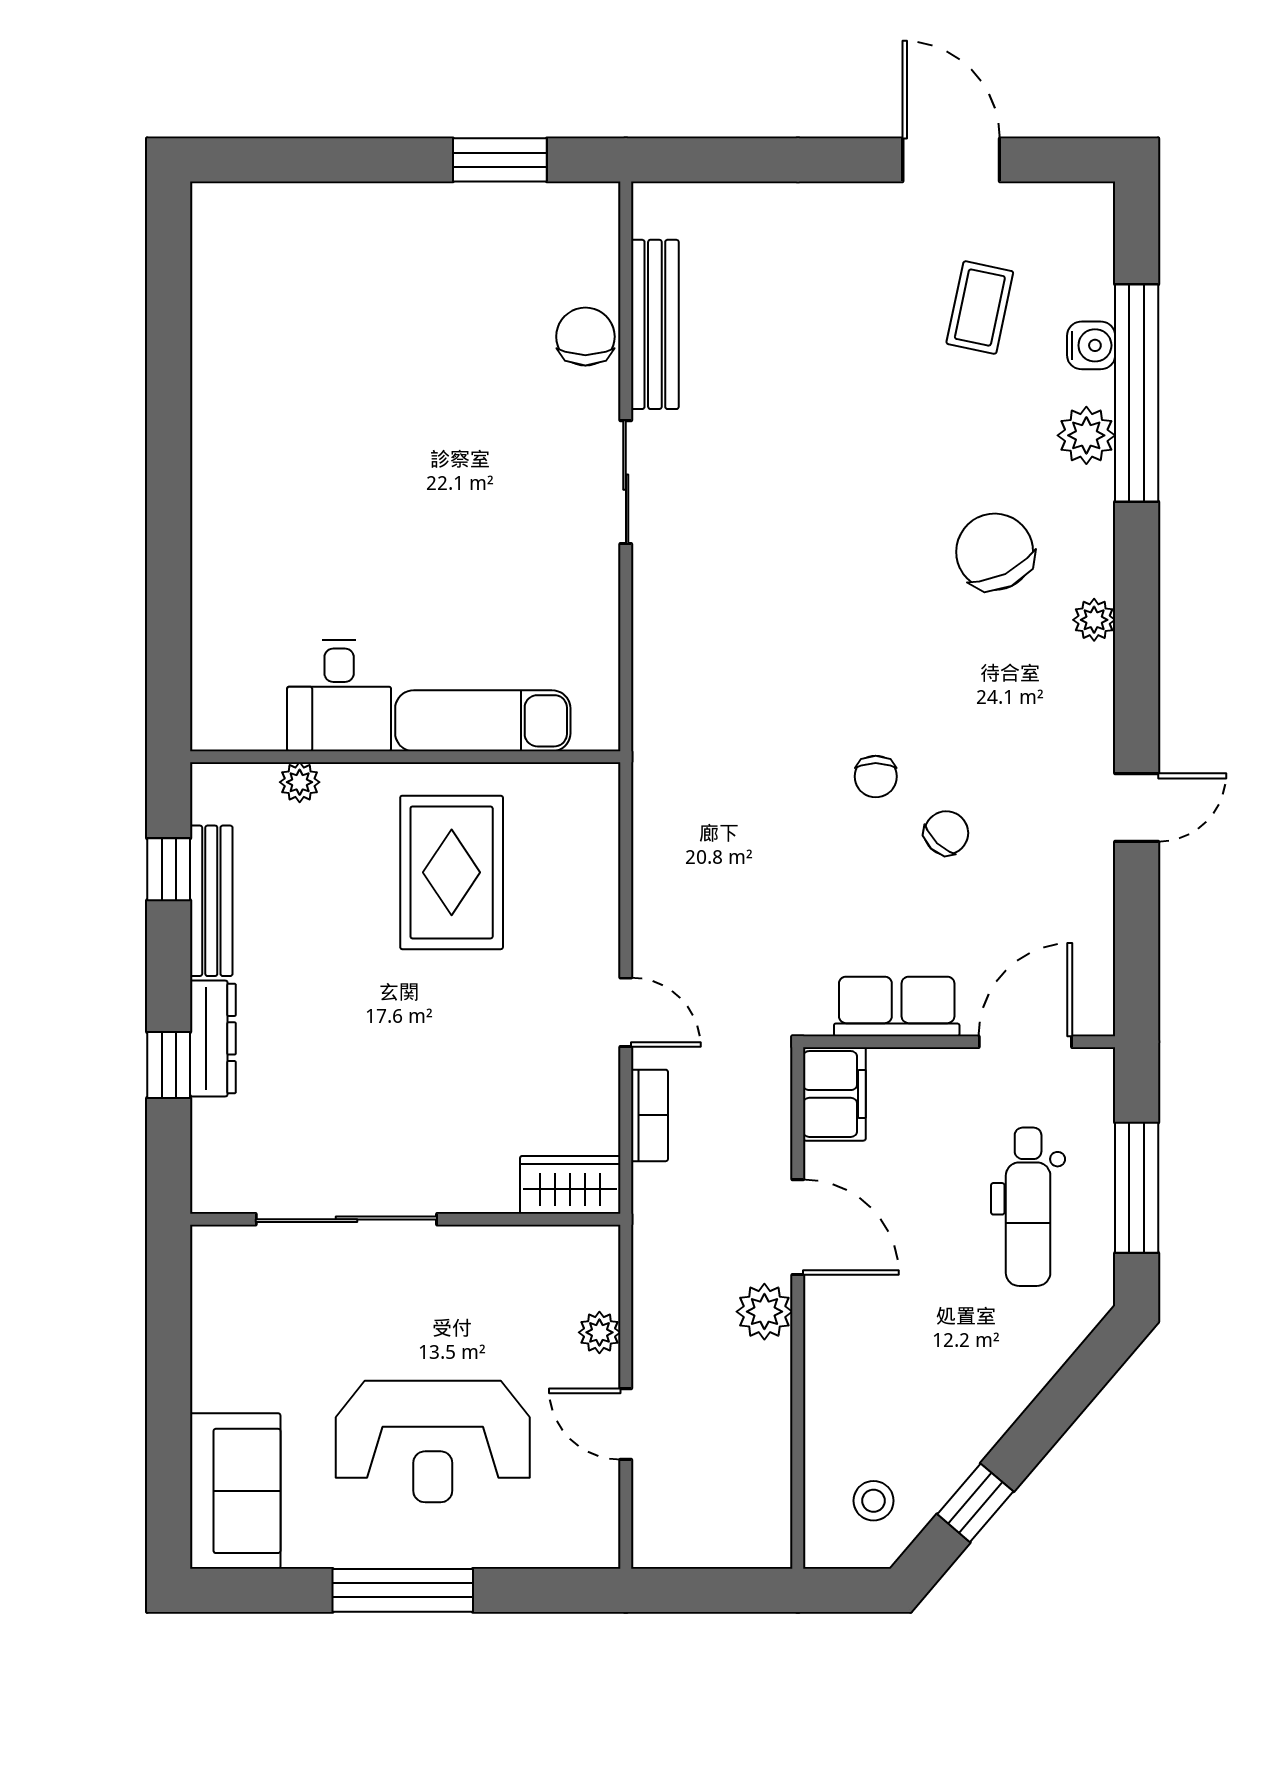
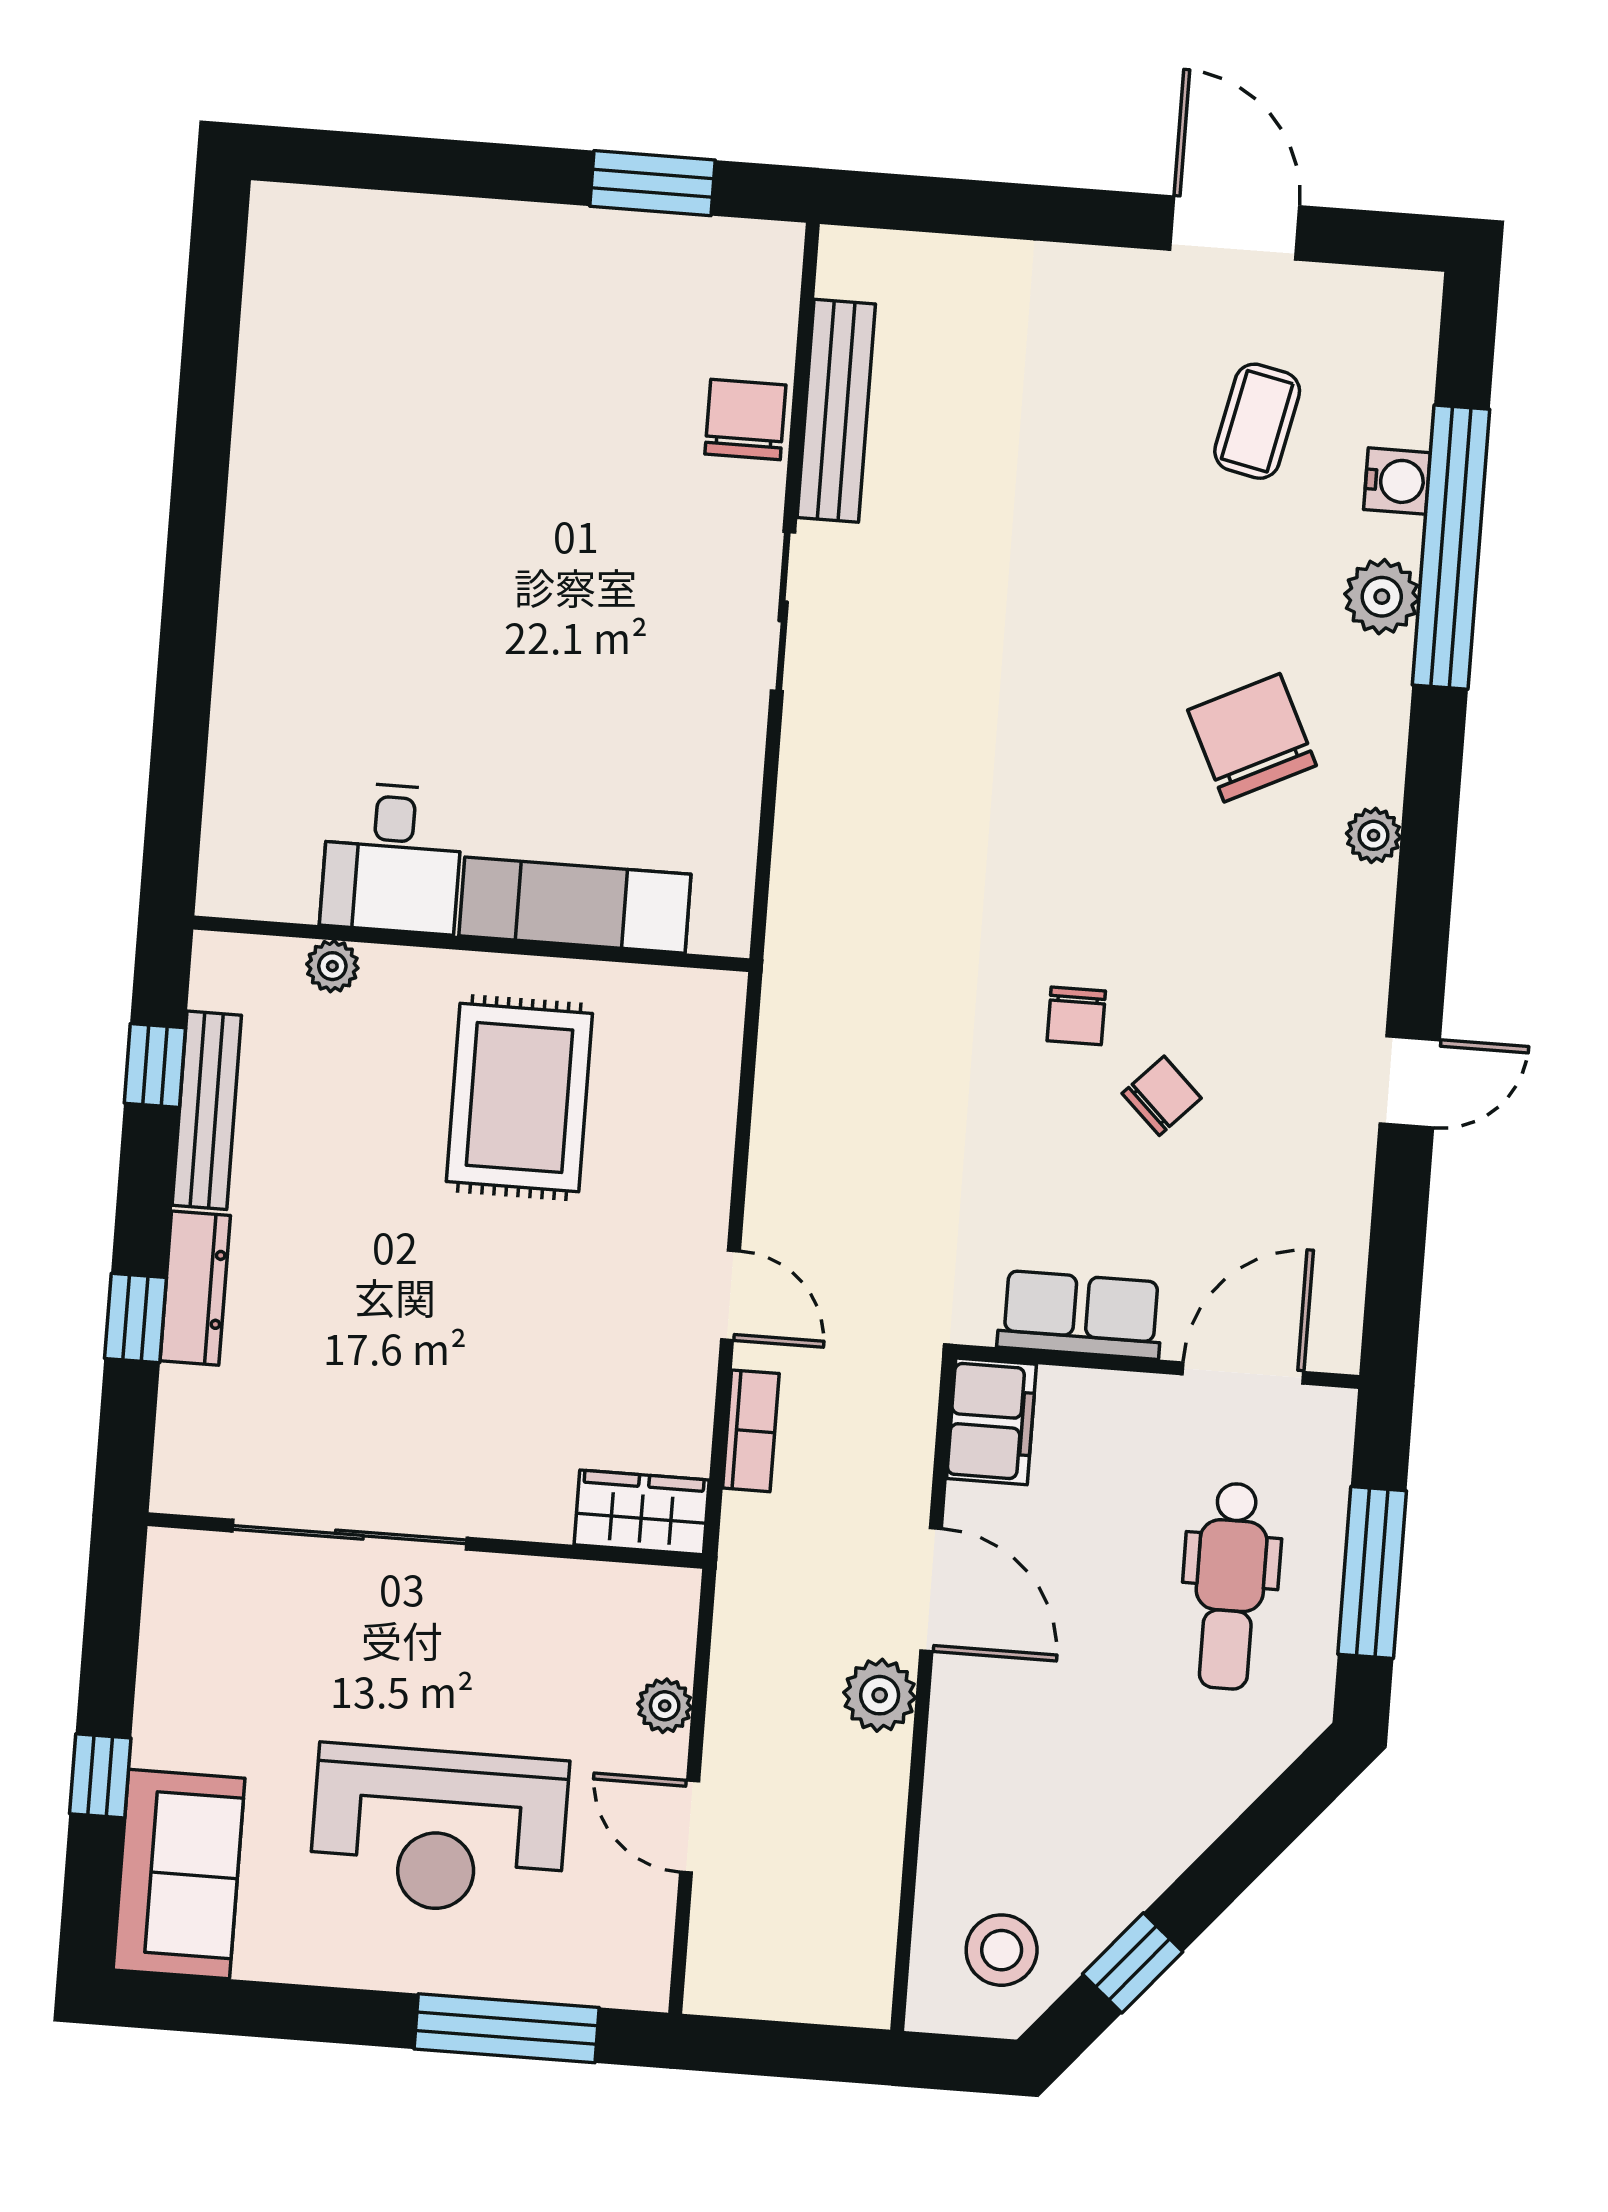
window: (169, 1420) -> (100, 1776), added
stool: (874, 1501) -> (1002, 1950), width x1.37, depth x1.37
window: (403, 1590) -> (507, 2028), moved

